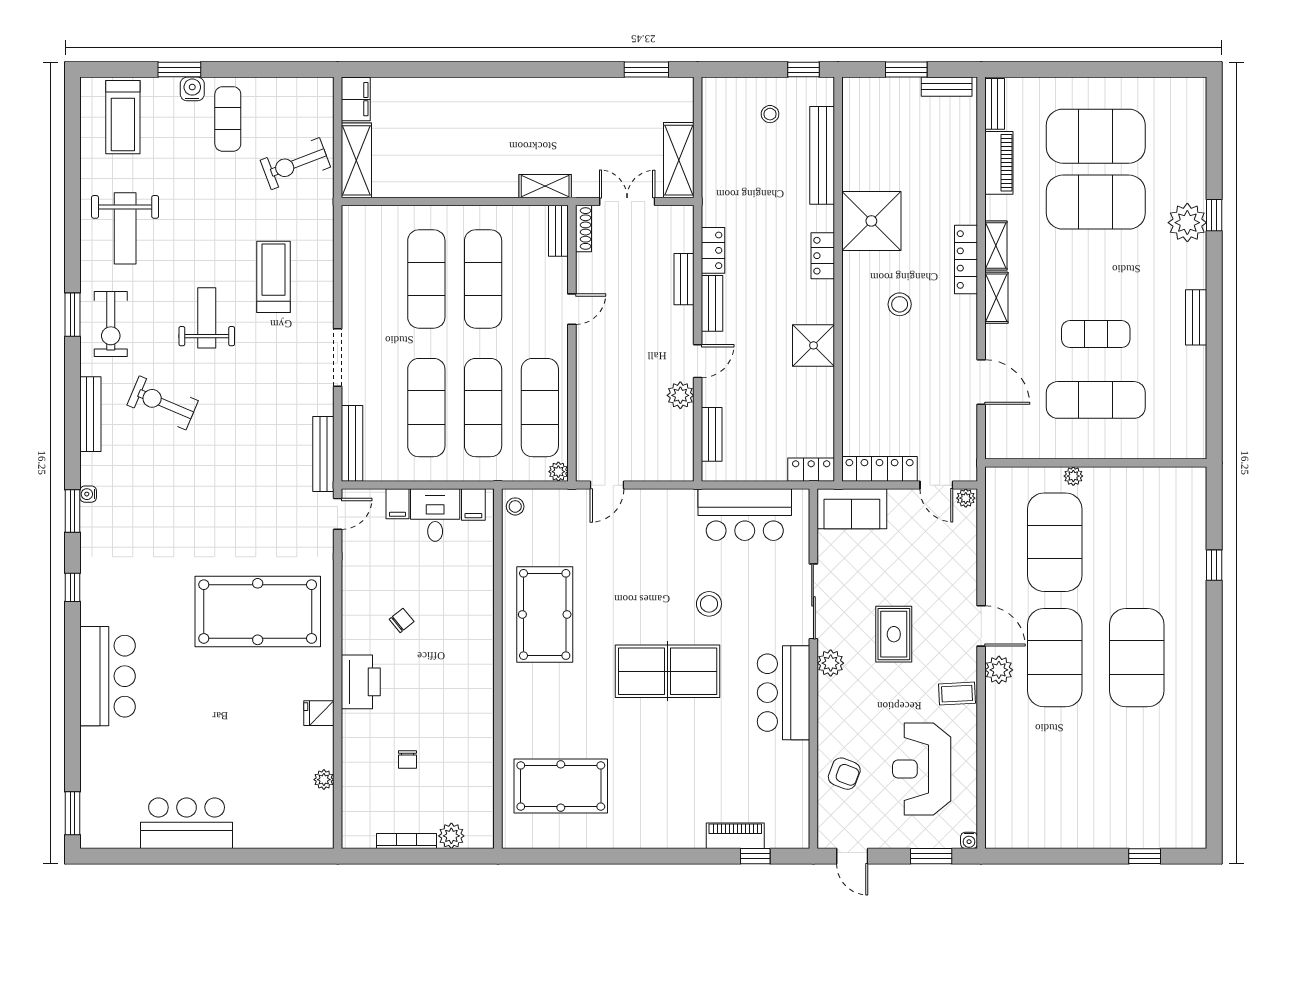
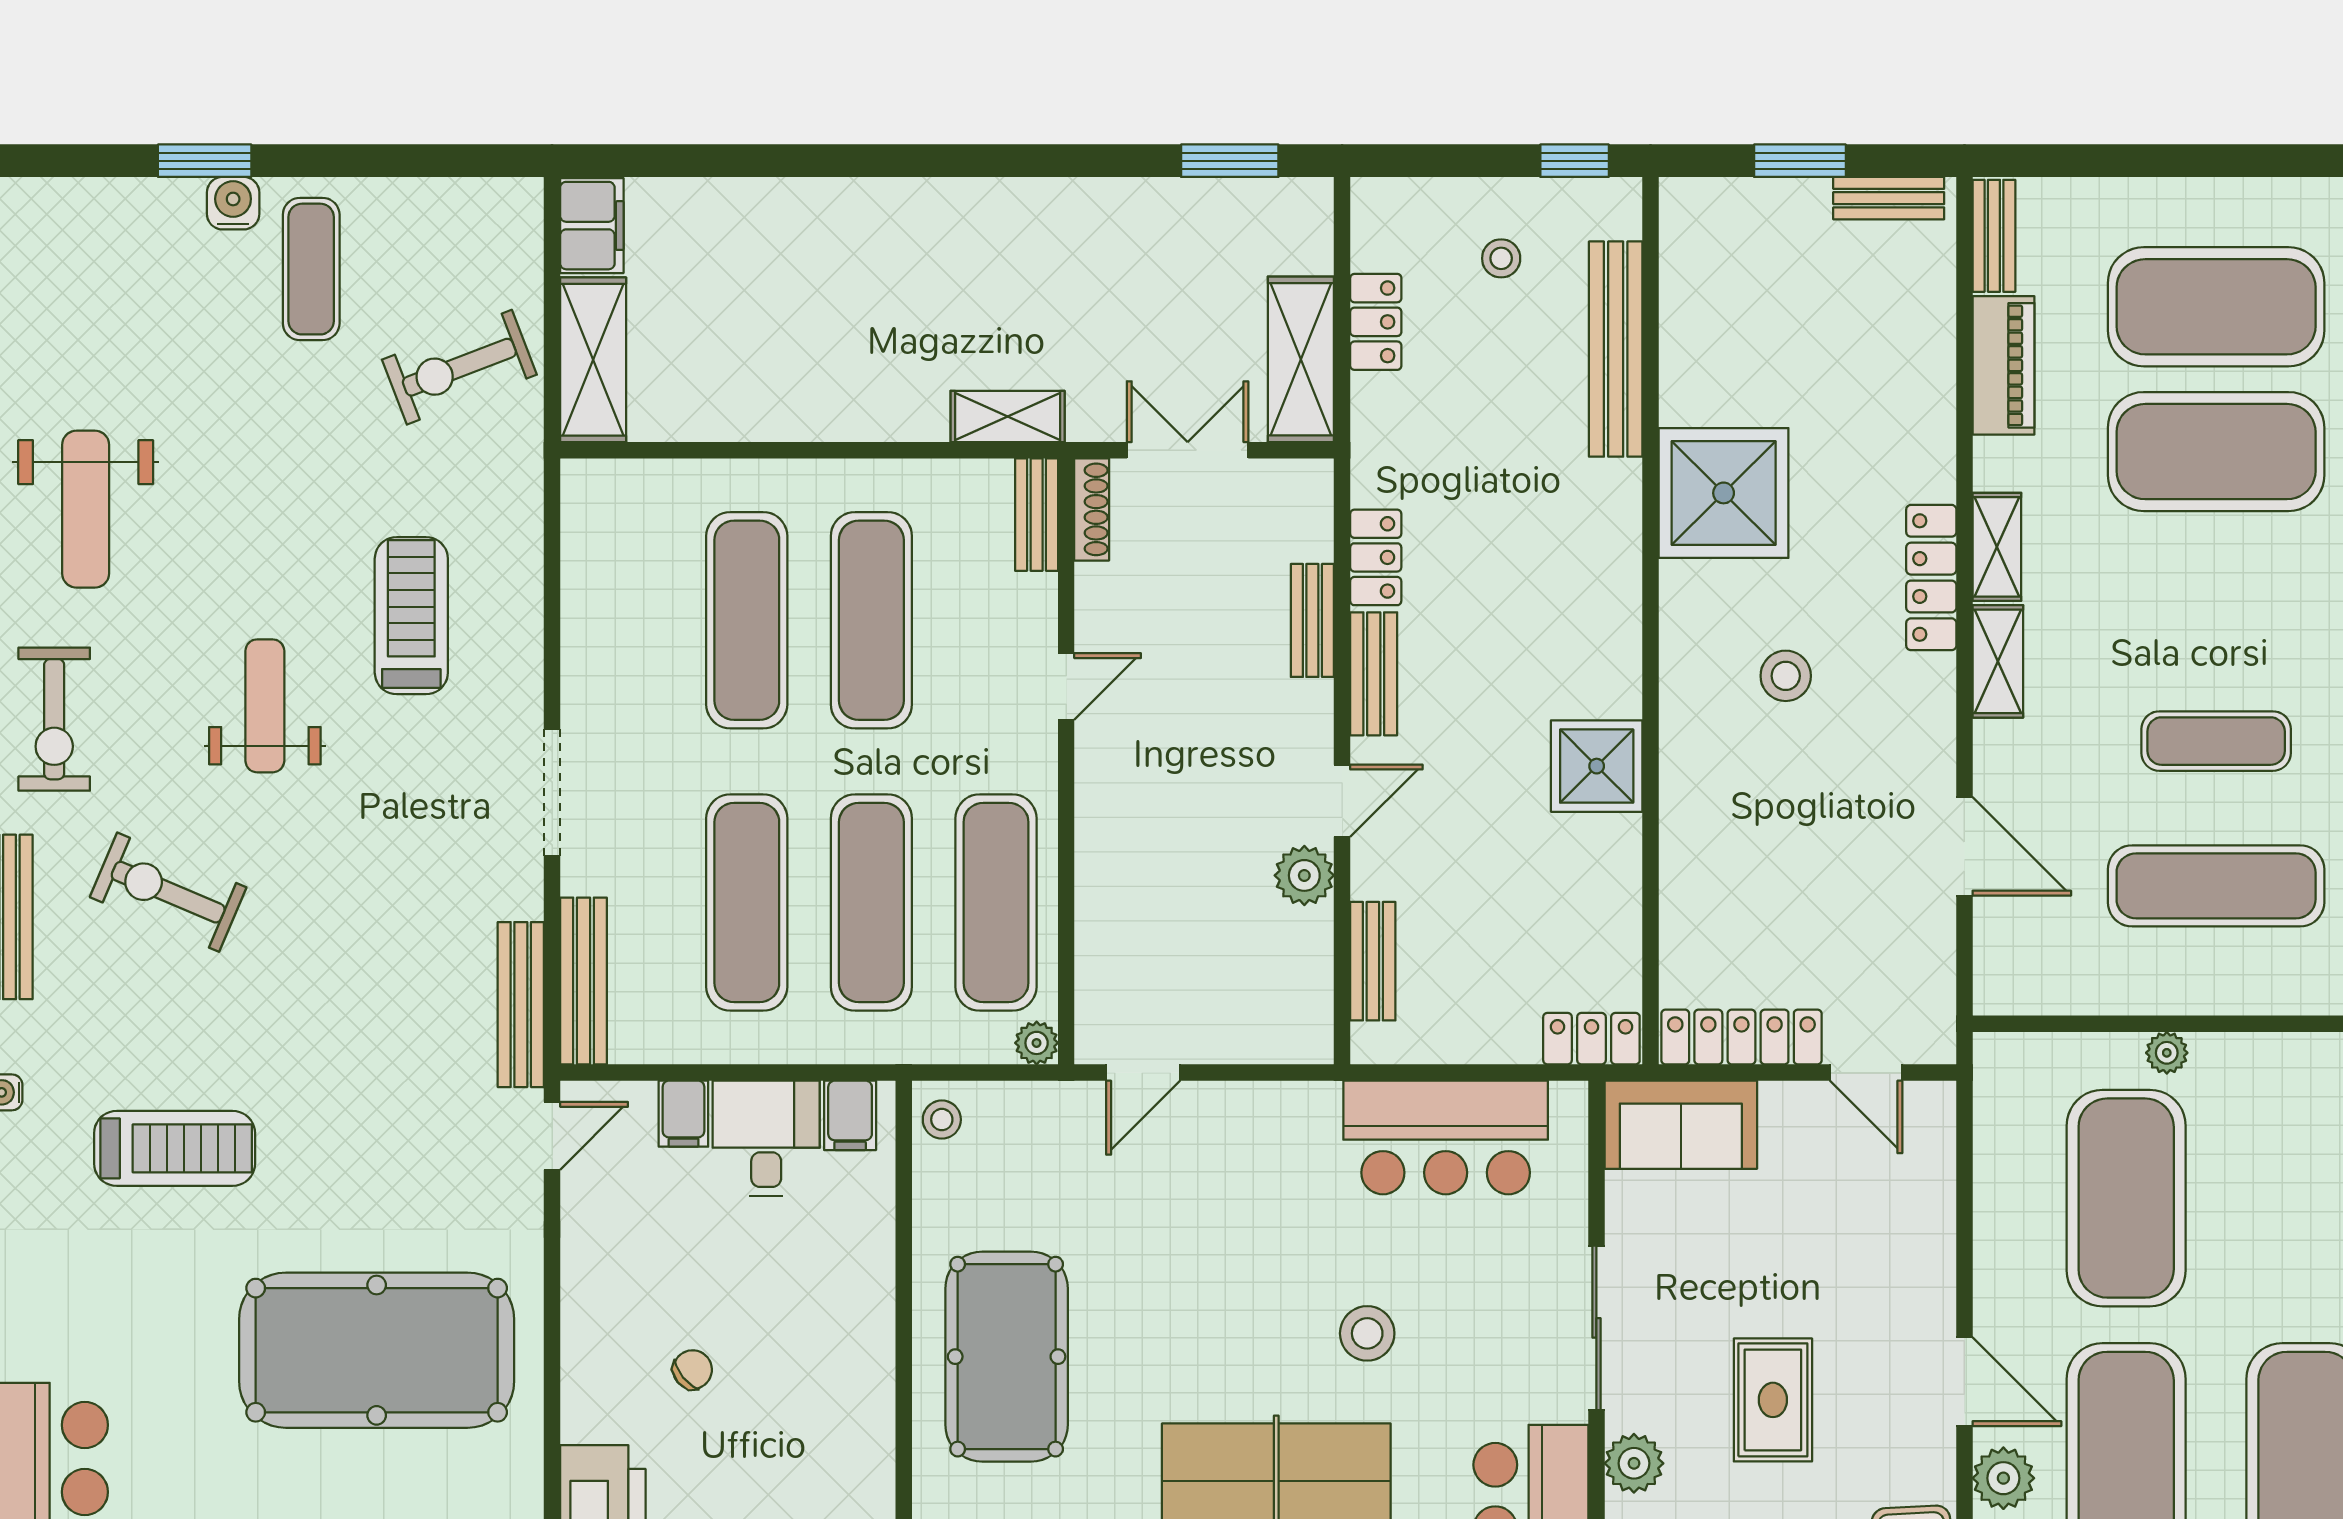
treadmill: (123, 117) -> (175, 1148), moved, turned -90
locker: (823, 256) -> (1376, 322), moved, turned 180
plant: (966, 498) -> (1931, 1101), removed

